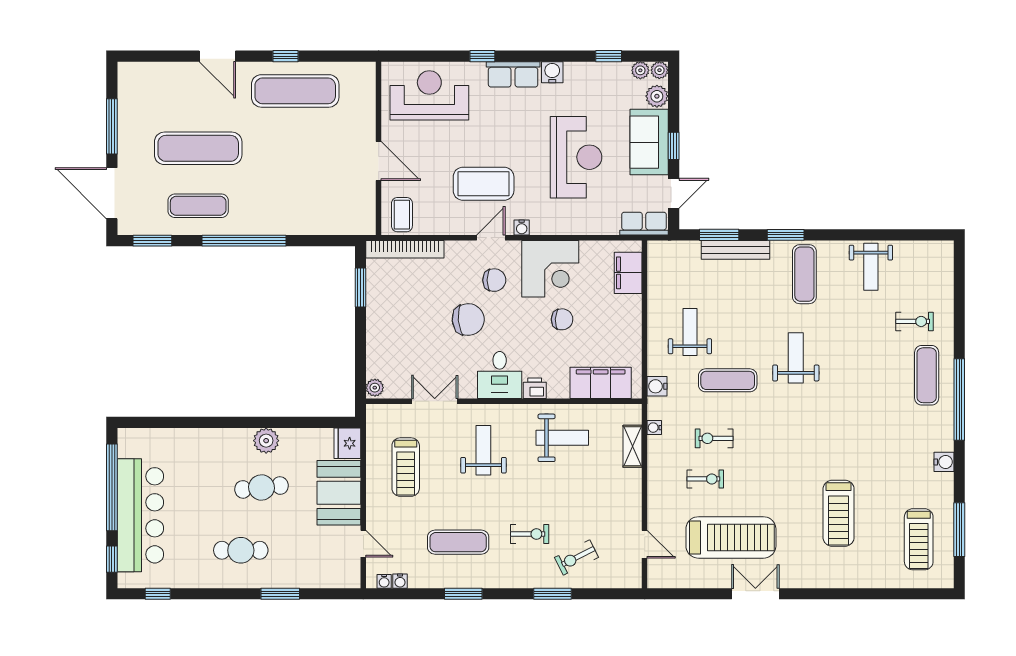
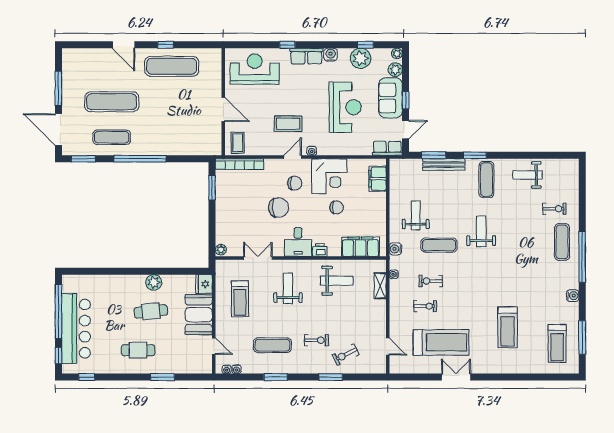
plant: (640, 70) -> (361, 58), moved, width x1.88, depth x1.88
coffee table: (484, 184) -> (288, 124), width x0.73, depth x0.76
weight bench: (871, 267) -> (528, 175), turned 90

